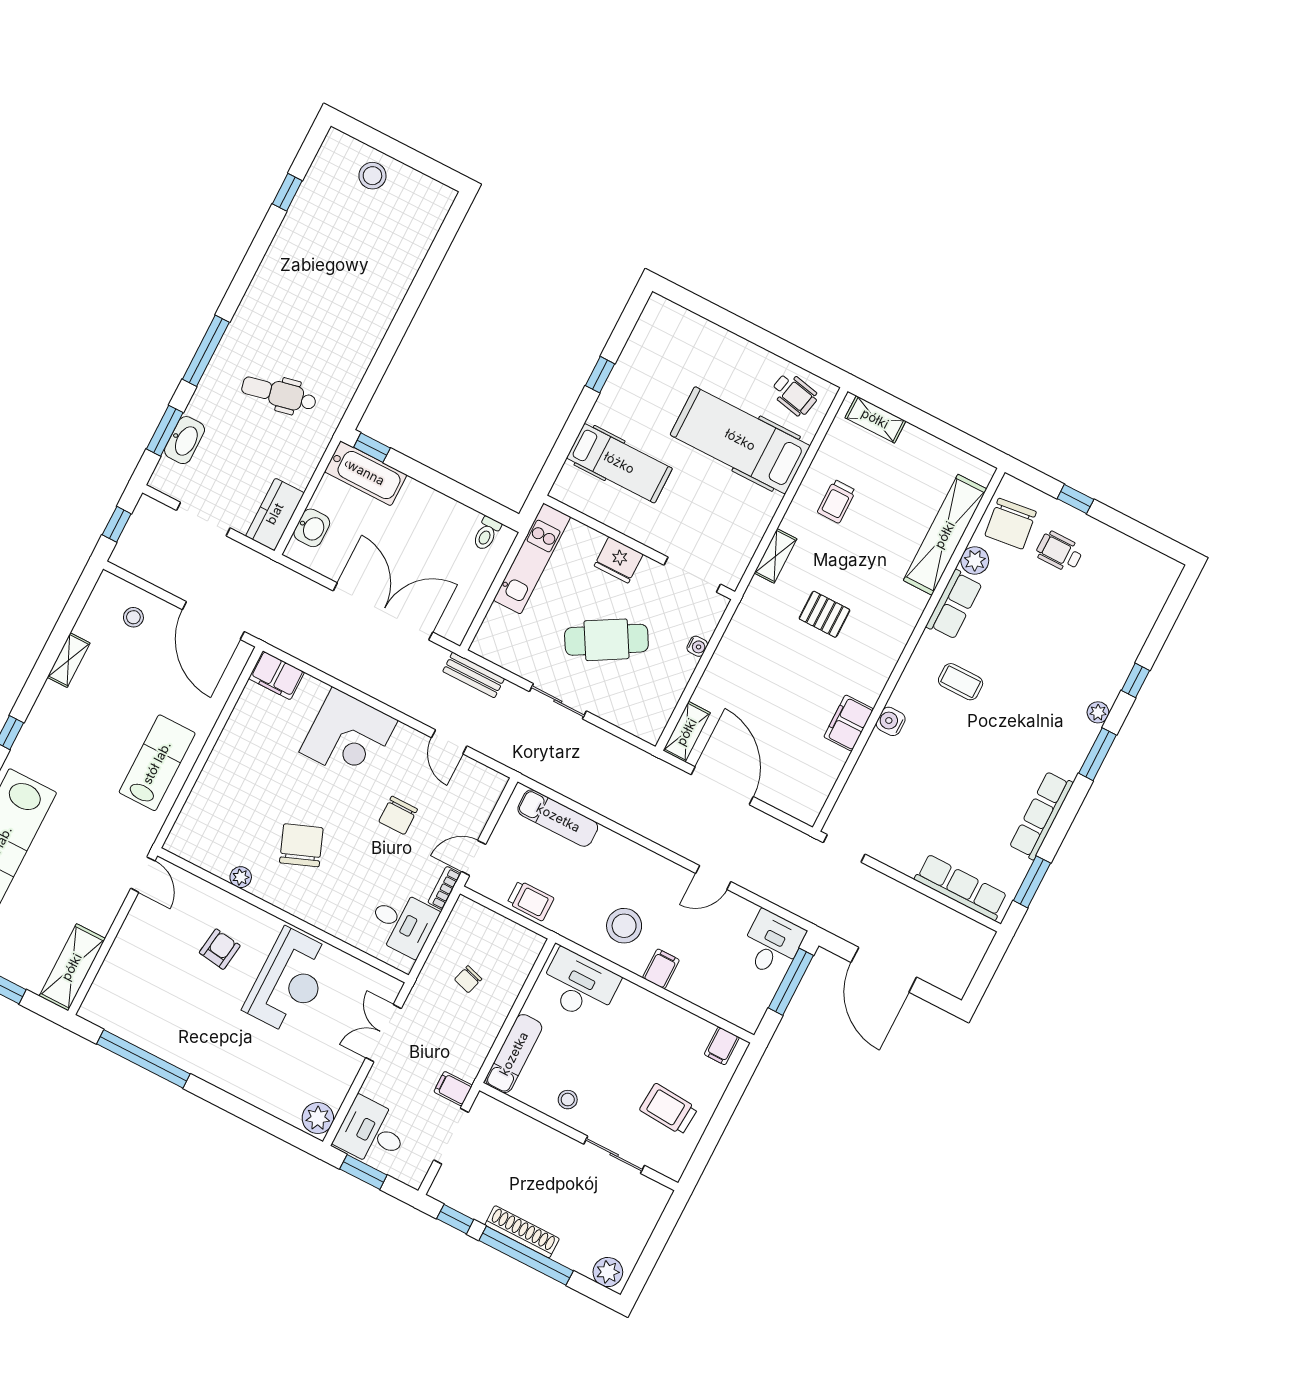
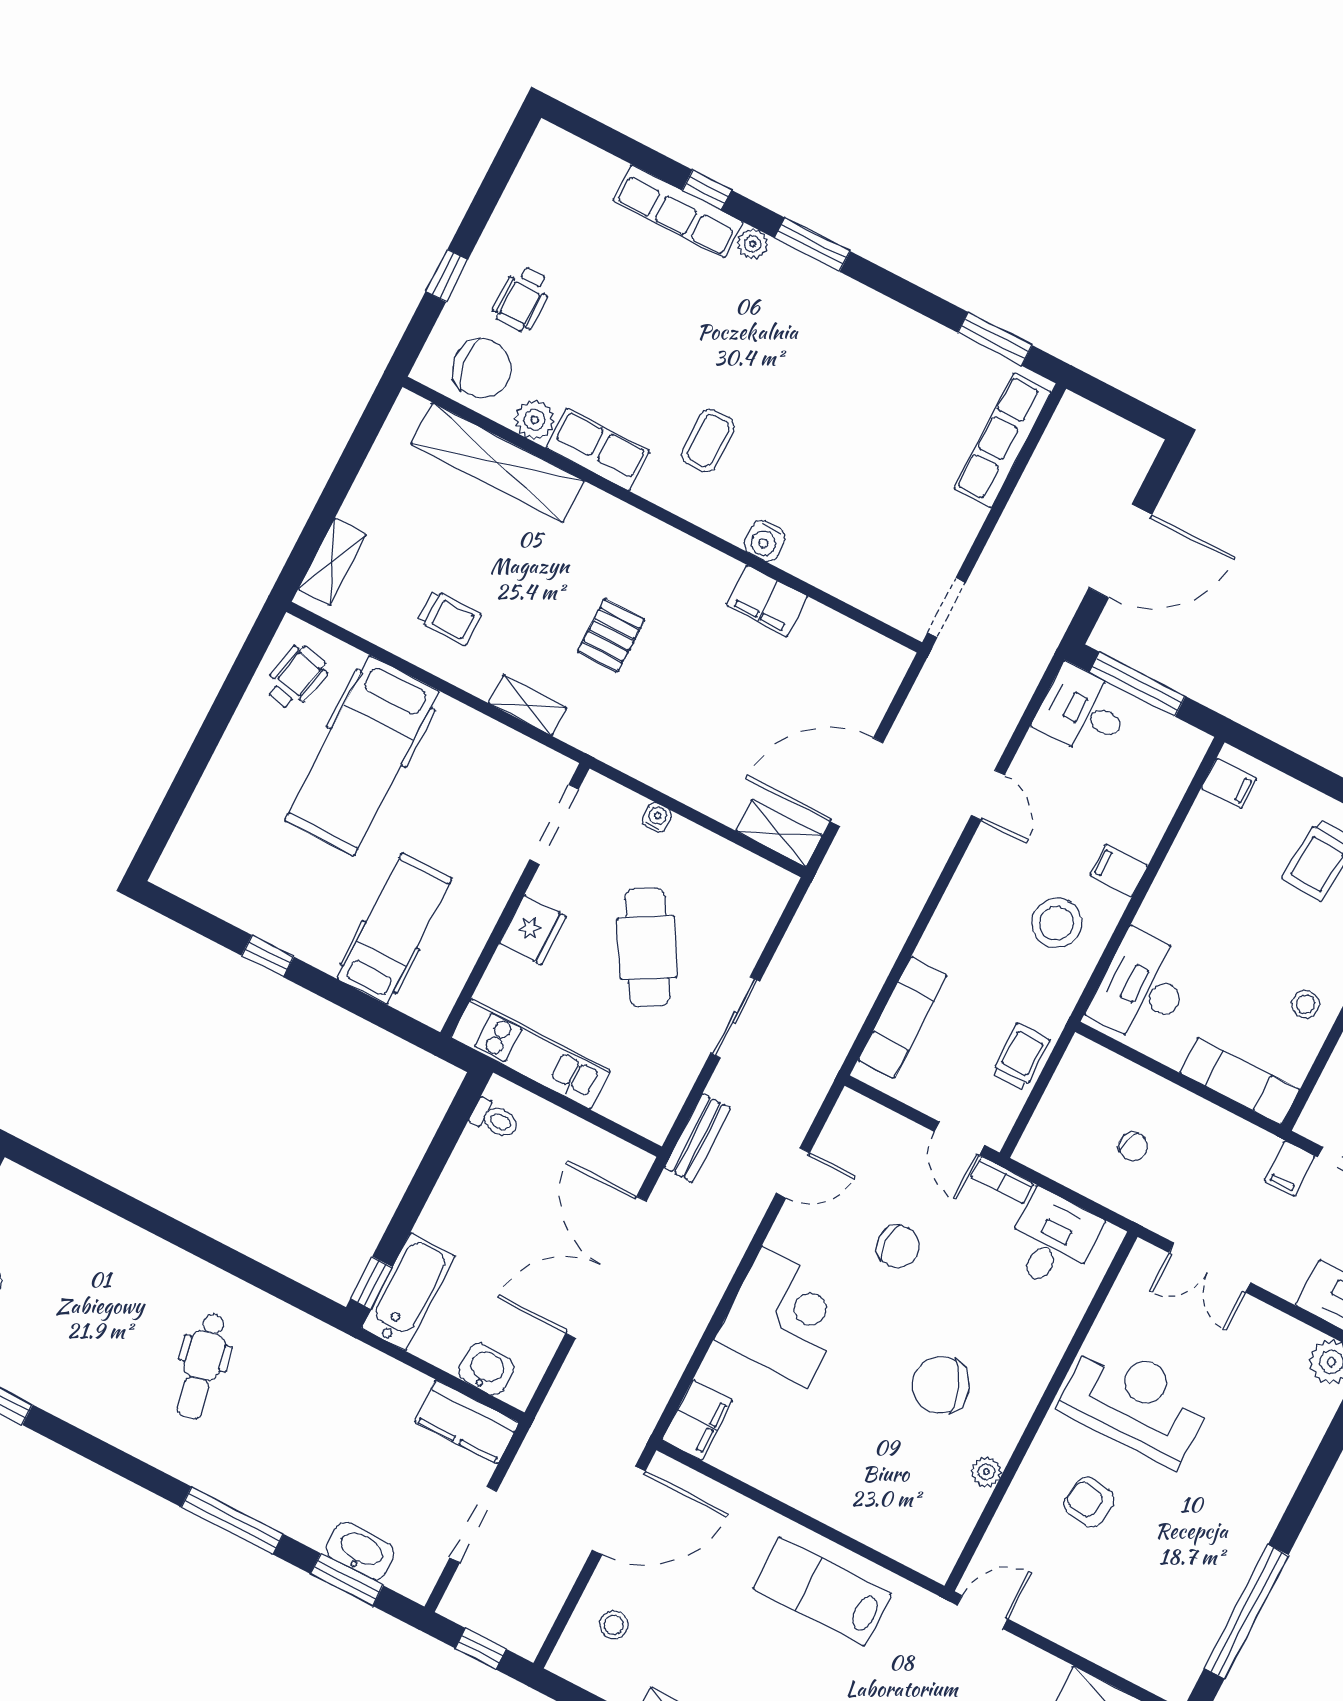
dental chair: (279, 394) -> (202, 1366), moved
row of seats: (1041, 815) -> (678, 211), moved

